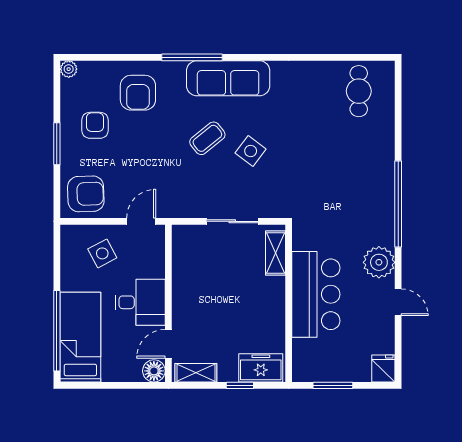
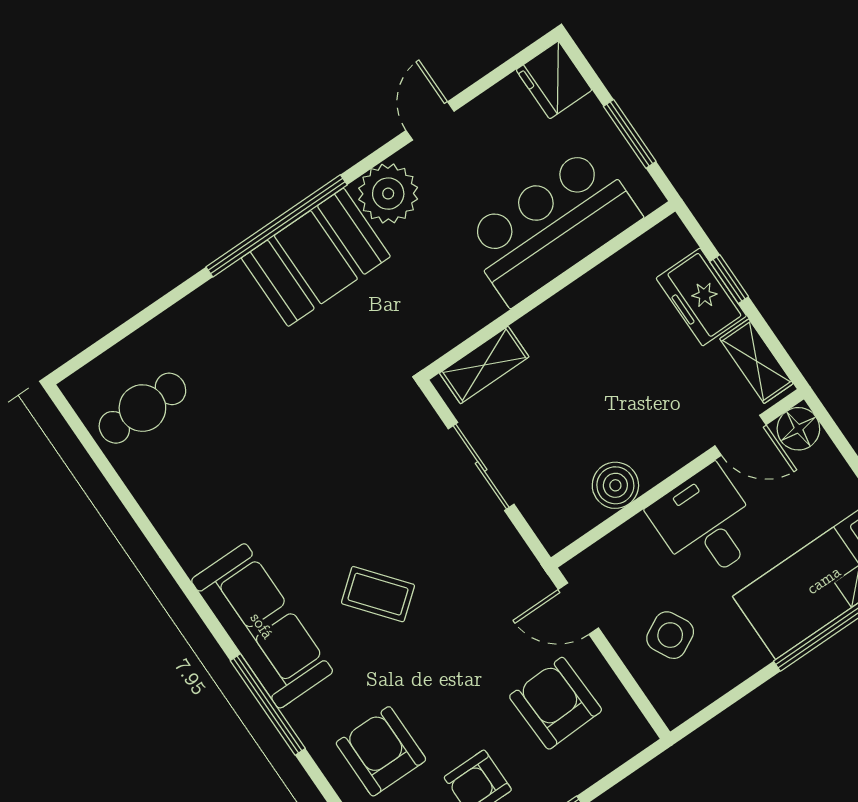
armchair: (138, 93) -> (381, 751), turned -90
side table: (251, 151) -> (352, 513), removed
armchair: (86, 194) -> (556, 703), moved
booth: (373, 212) -> (316, 257), added
boiler: (184, 274) -> (615, 485), added
bar counter: (316, 294) -> (552, 226), moved
freezer: (261, 368) -> (701, 297), moved
fridge: (383, 368) -> (554, 80), width x1.38

